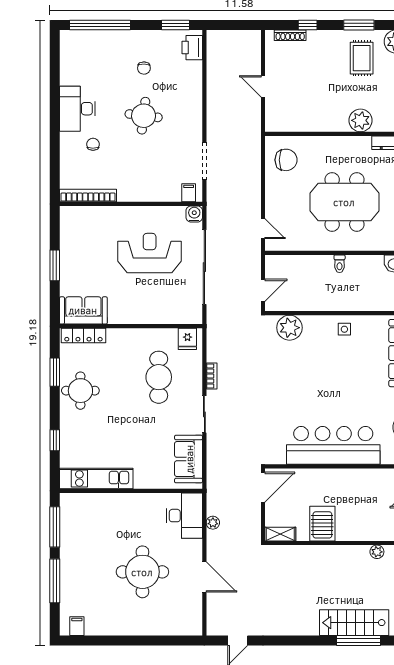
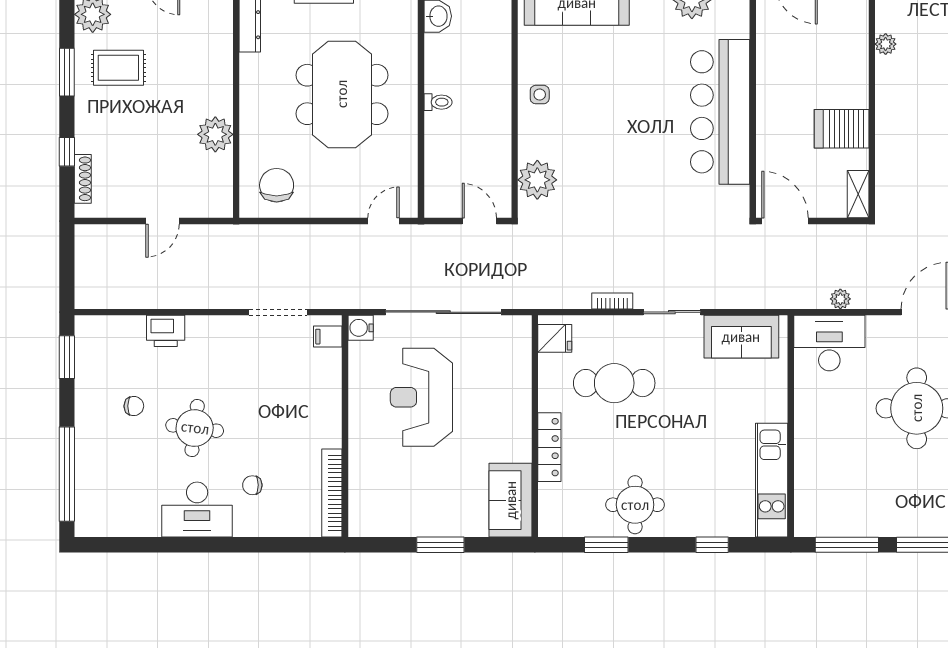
printer: (192, 48) -> (166, 331), moved
round table: (144, 116) -> (195, 428), moved
plant: (361, 120) -> (215, 134), moved
locker: (83, 335) -> (549, 447), moved

